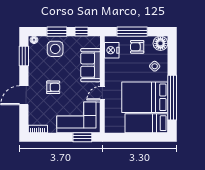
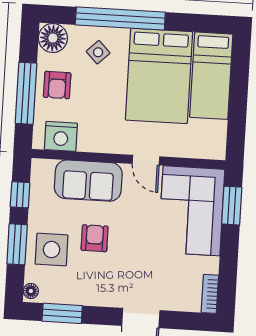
armchair: (53, 87) -> (95, 238), moved
window: (172, 98) -> (120, 18), moved

